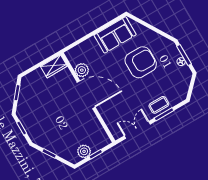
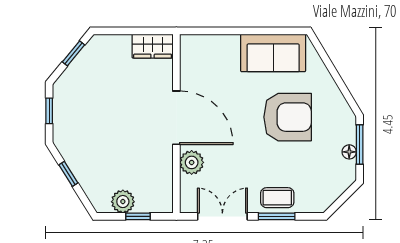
plant: (82, 70) -> (192, 162), moved

